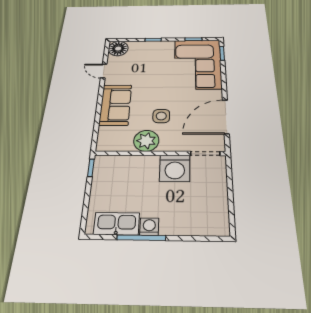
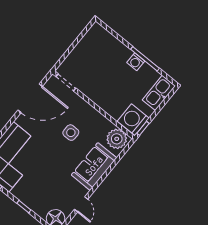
plant: (146, 141) -> (117, 139), moved
washing machine: (175, 168) -> (133, 120), moved, turned -90
kitchen sink: (117, 224) -> (159, 93), moved, turned 90

